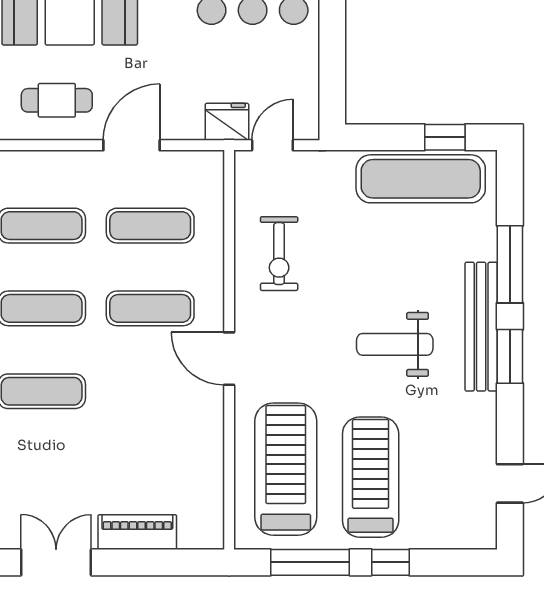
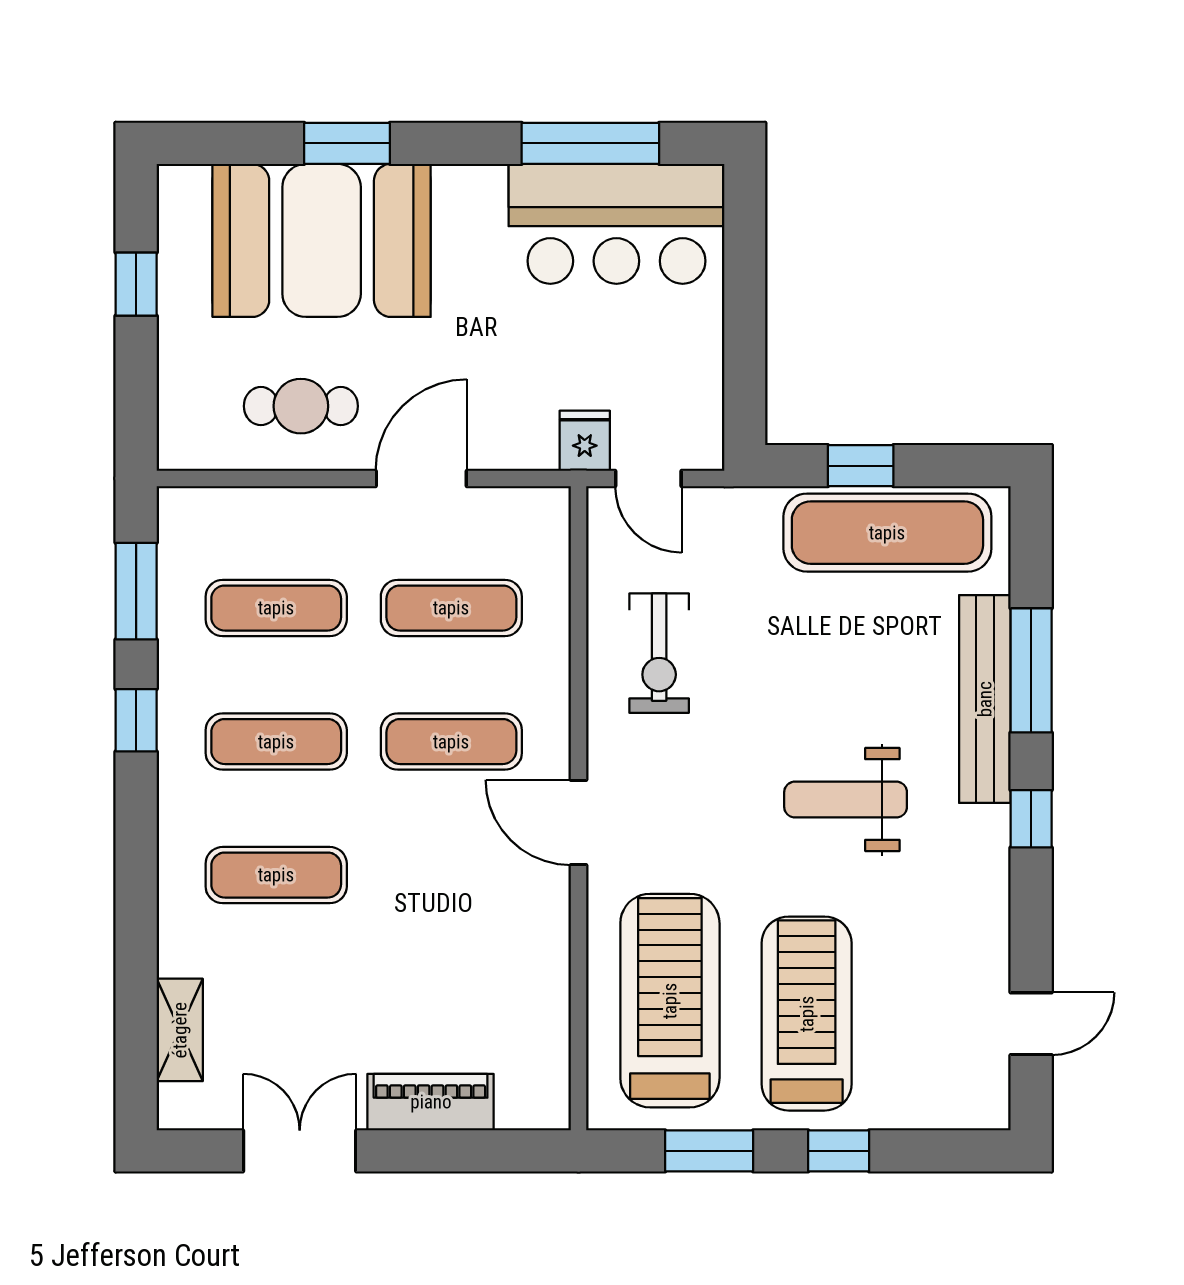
fridge: (227, 122) -> (585, 441), width x0.72
window: (445, 137) -> (861, 466), moved
door: (272, 145) -> (648, 478), swing flipped
bench: (481, 327) -> (985, 699), moved
window: (510, 356) -> (1031, 819), width x0.67
window: (310, 562) -> (709, 1151), width x0.69

